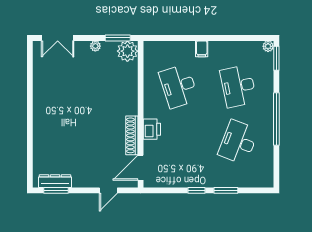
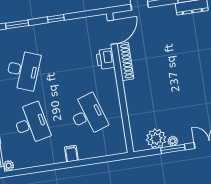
window: (118, 38) -> (173, 149), moved
plant: (127, 51) -> (156, 139), moved
printer: (152, 129) -> (105, 59), moved
window: (226, 190) -> (17, 24), moved

